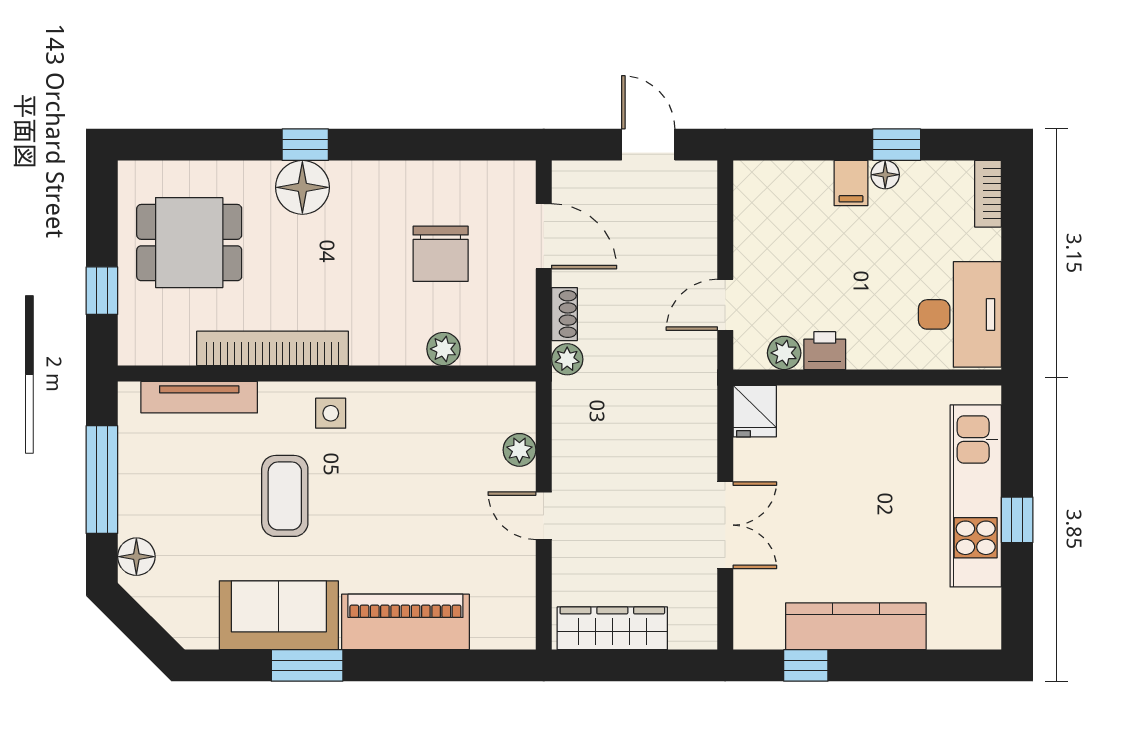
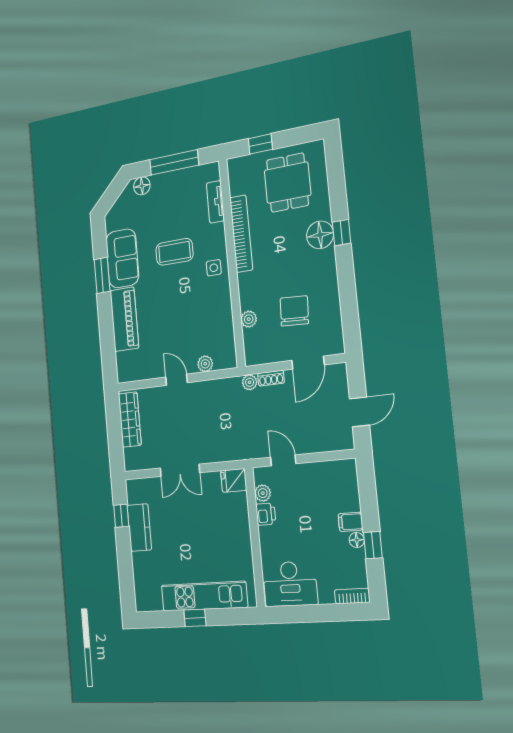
chair: (441, 254) -> (294, 311), turned 93
tv unit: (199, 397) -> (215, 202), width x0.71
door: (544, 516) -> (177, 380), hinge flipped
kitchen counter: (856, 626) -> (139, 528), width x0.67

